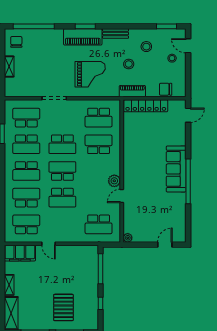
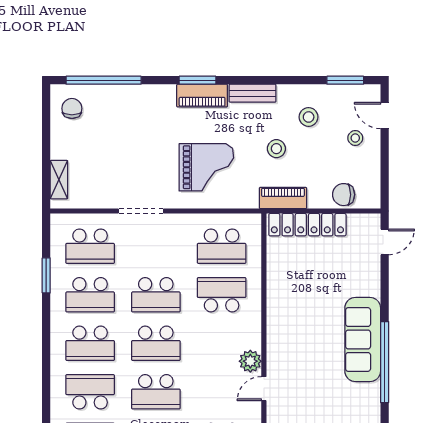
piano: (83, 37) -> (202, 96), width x0.73, depth x0.75
shelving: (9, 67) -> (59, 180), moved
school desk: (26, 118) -> (90, 246), turned 180
school desk: (62, 171) -> (156, 343), turned 180

